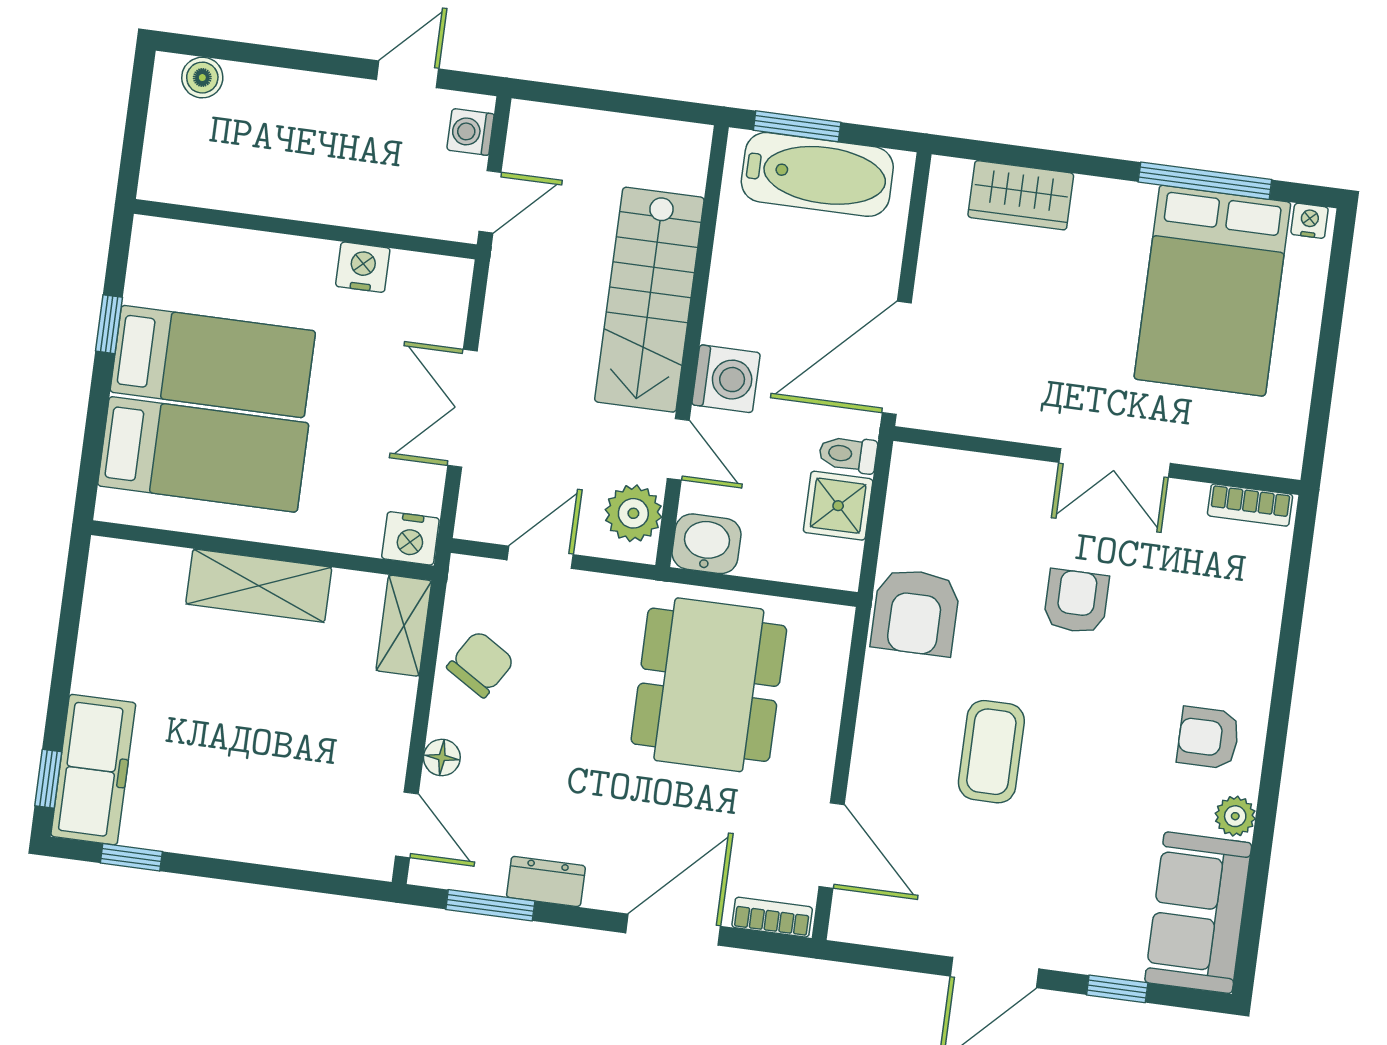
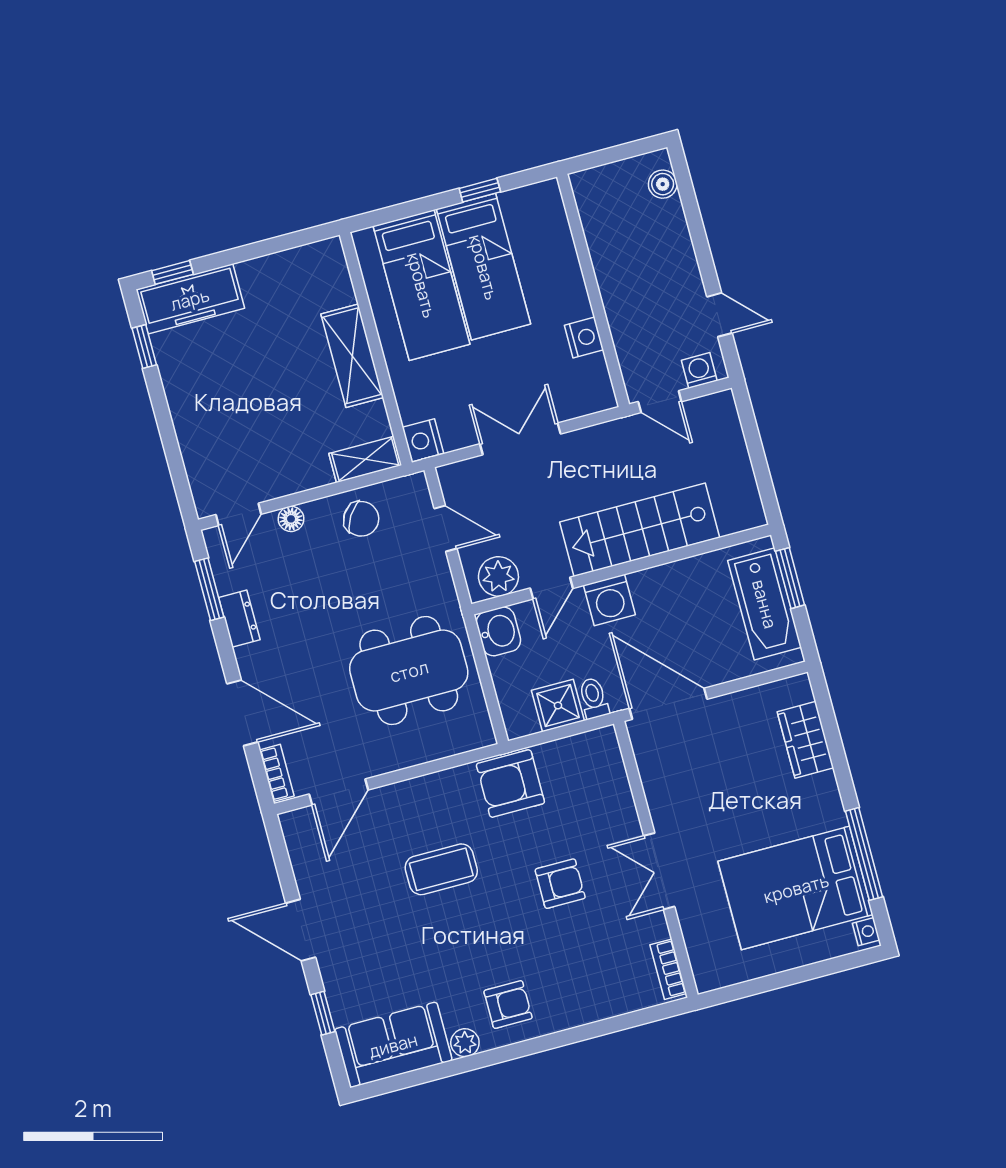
armchair: (1208, 738) -> (508, 1005), turned 90

